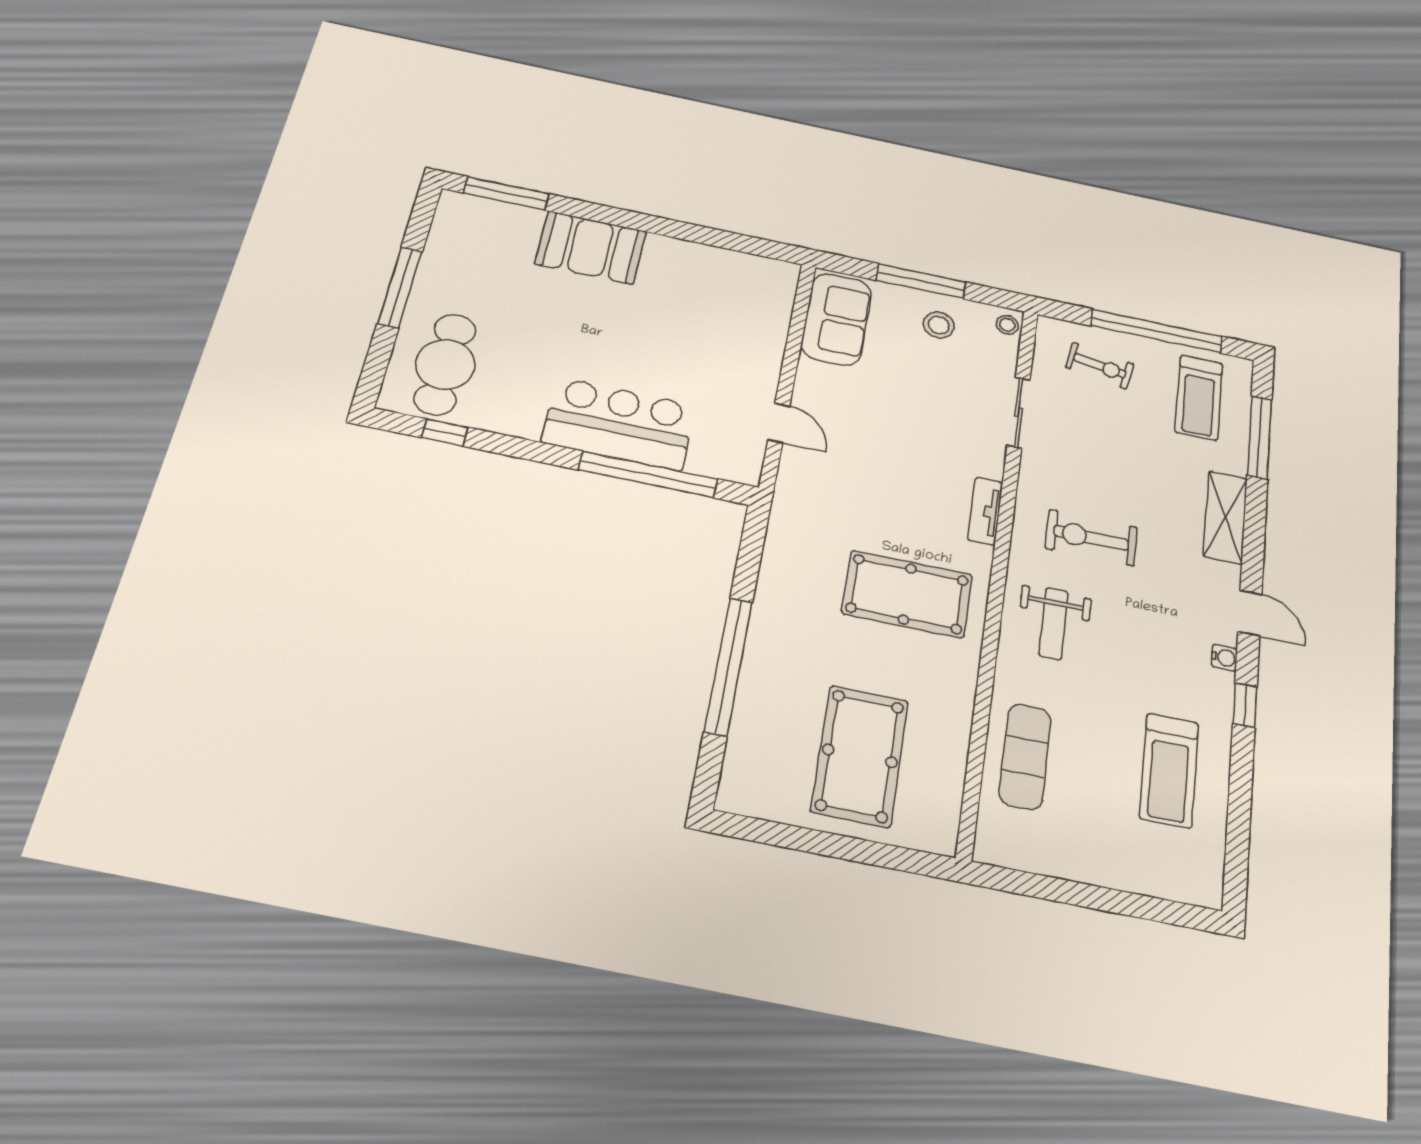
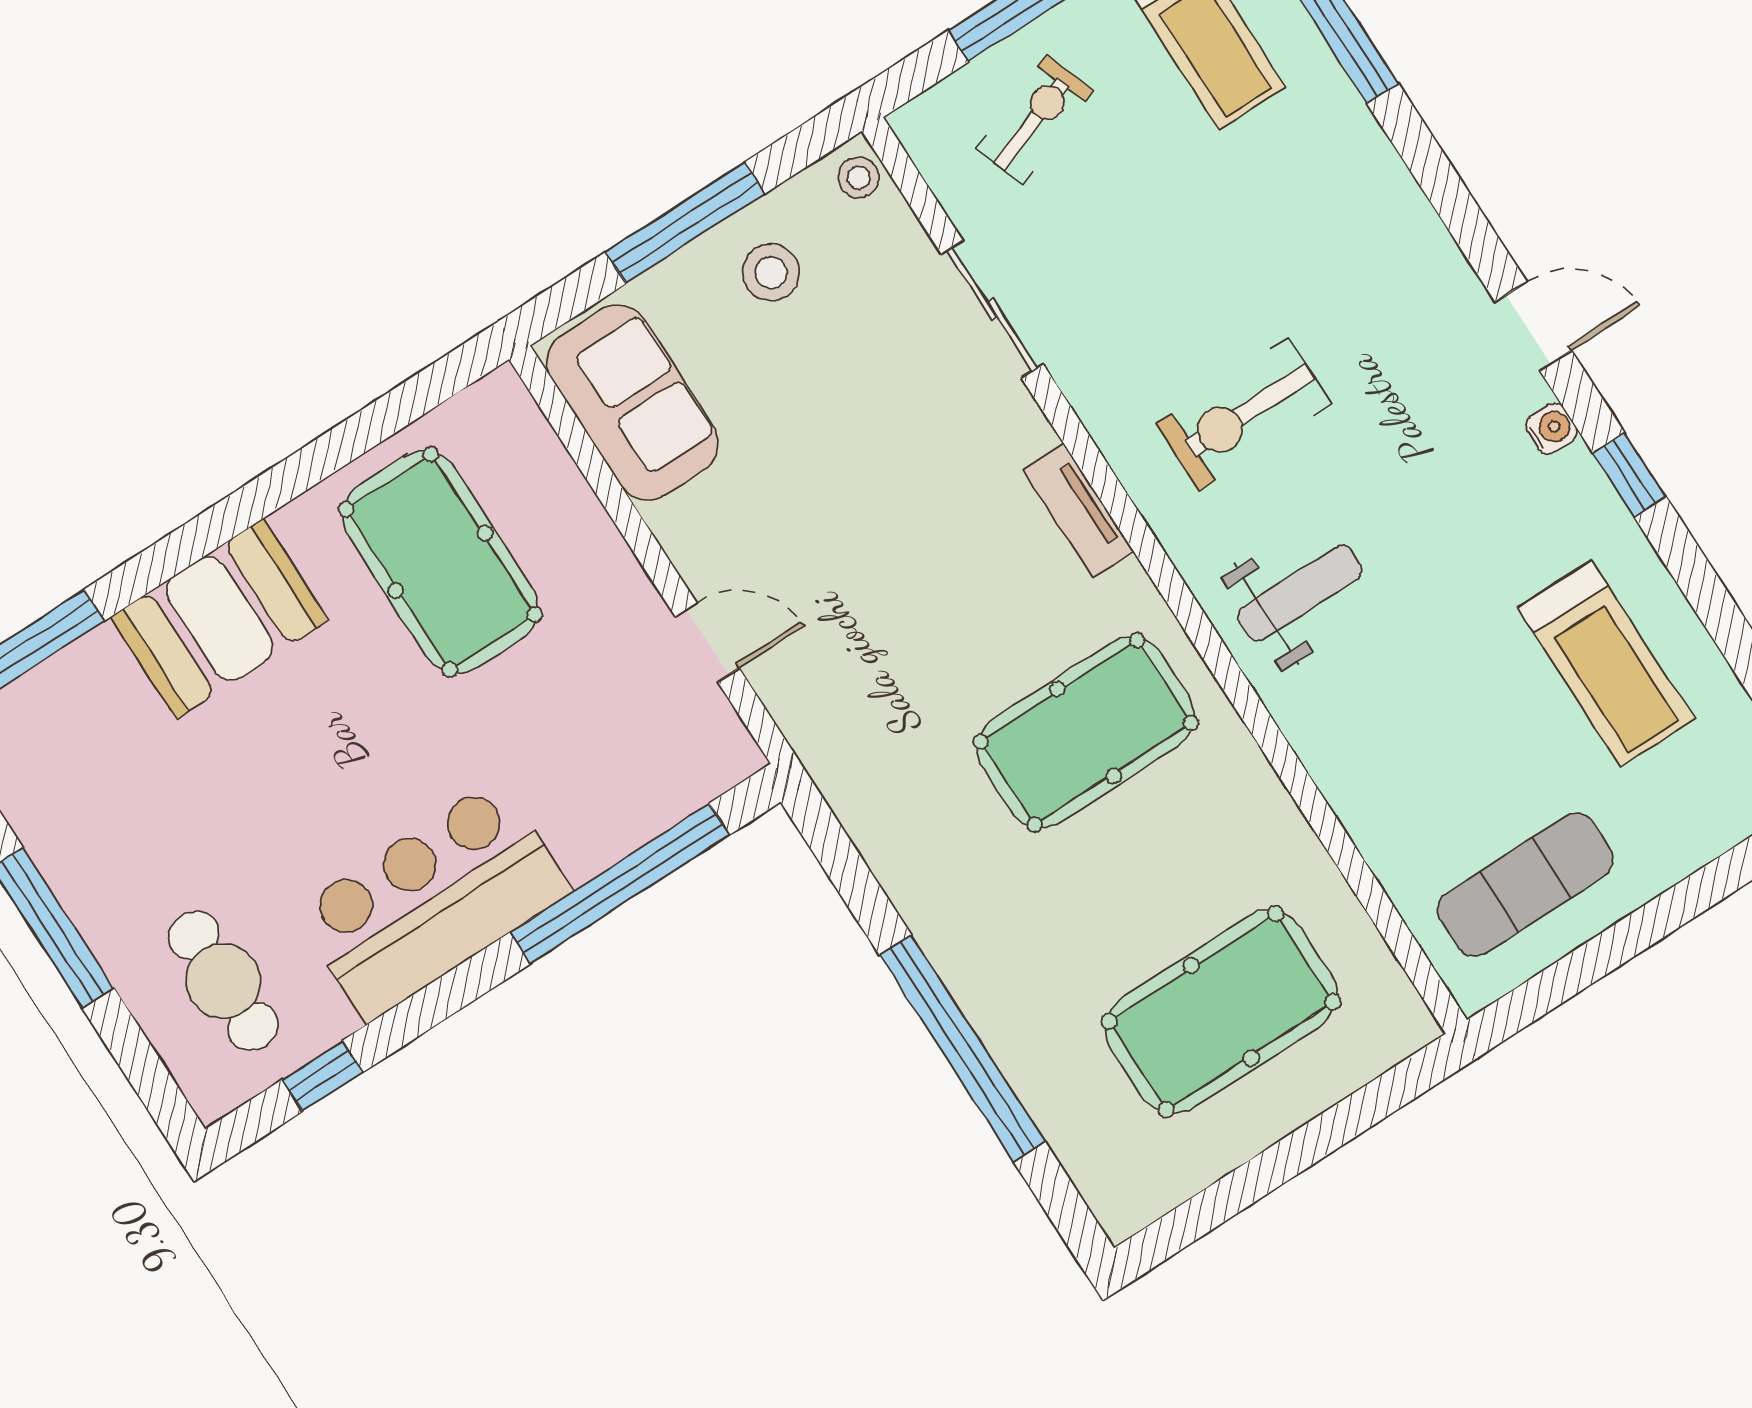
pool table: (700, 304) -> (440, 562), added
cafe table: (445, 364) -> (223, 981), width x0.73, depth x0.74
exercise bike: (1100, 366) -> (1035, 120), turned -30
bar counter: (619, 424) -> (433, 900), moved
shelving: (1225, 517) -> (1390, 204), removed
weight bench: (1054, 624) -> (1300, 593), turned -90
pool table: (860, 756) -> (1221, 1012), turned 90
exercise mat: (1025, 756) -> (1525, 885), moved, turned 90

